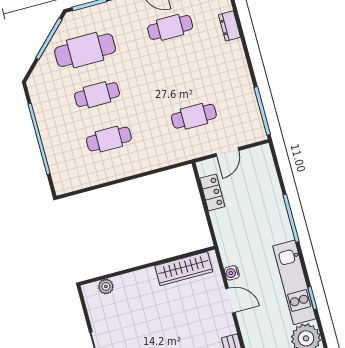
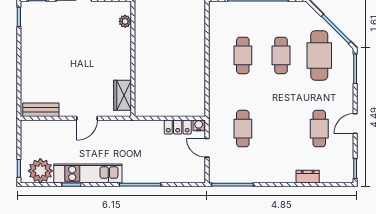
wardrobe: (184, 269) -> (123, 95), width x0.67
water cooler: (232, 273) -> (199, 125), moved

